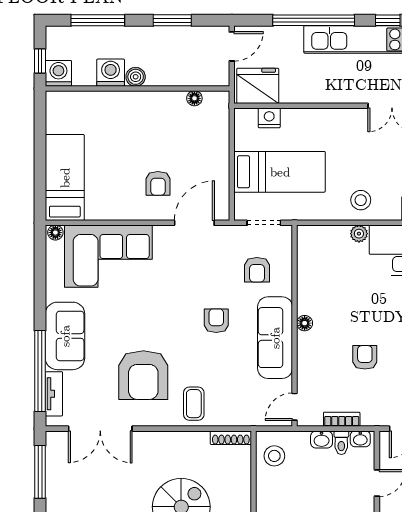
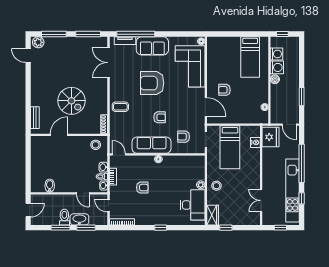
window: (98, 20) -> (302, 61), removed
washing machine: (58, 73) -> (276, 54), moved
bed: (65, 178) -> (250, 57), moved, turned 90
armchair: (143, 375) -> (152, 83), moved

